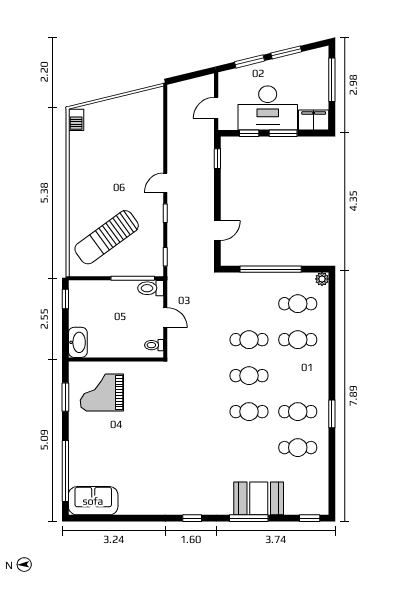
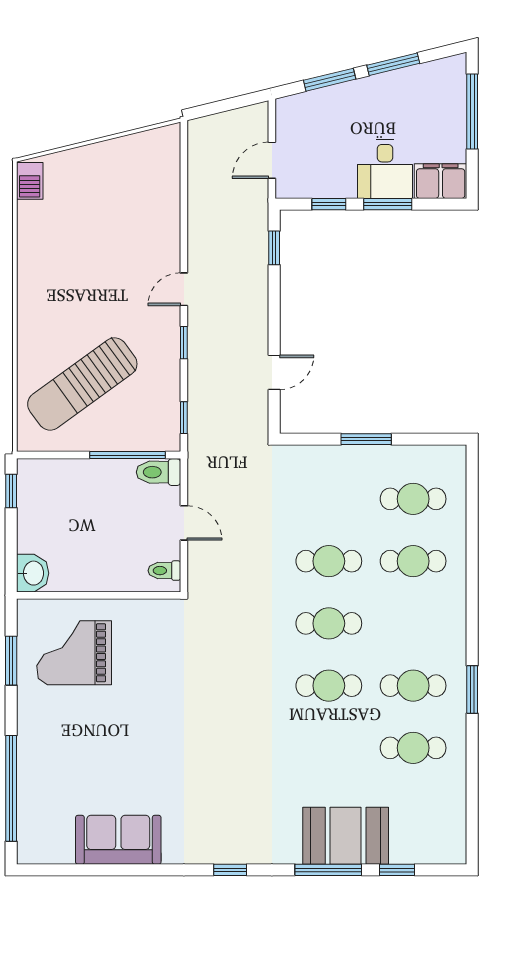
desk: (268, 108) -> (385, 169), width x0.53, depth x0.77
window: (271, 269) -> (366, 439), width x0.47
plant: (322, 279) -> (455, 456), removed
washbasin: (78, 342) -> (33, 573), width x0.72
sofa: (93, 501) -> (118, 840), moved
window: (310, 518) -> (397, 870), moved

